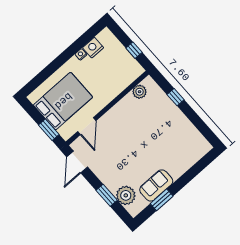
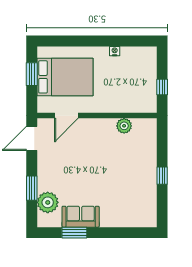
nightstand: (93, 48) -> (130, 54), removed
plant: (140, 92) -> (124, 126), moved
window: (176, 97) -> (162, 176), moved
window: (49, 130) -> (32, 74), moved

